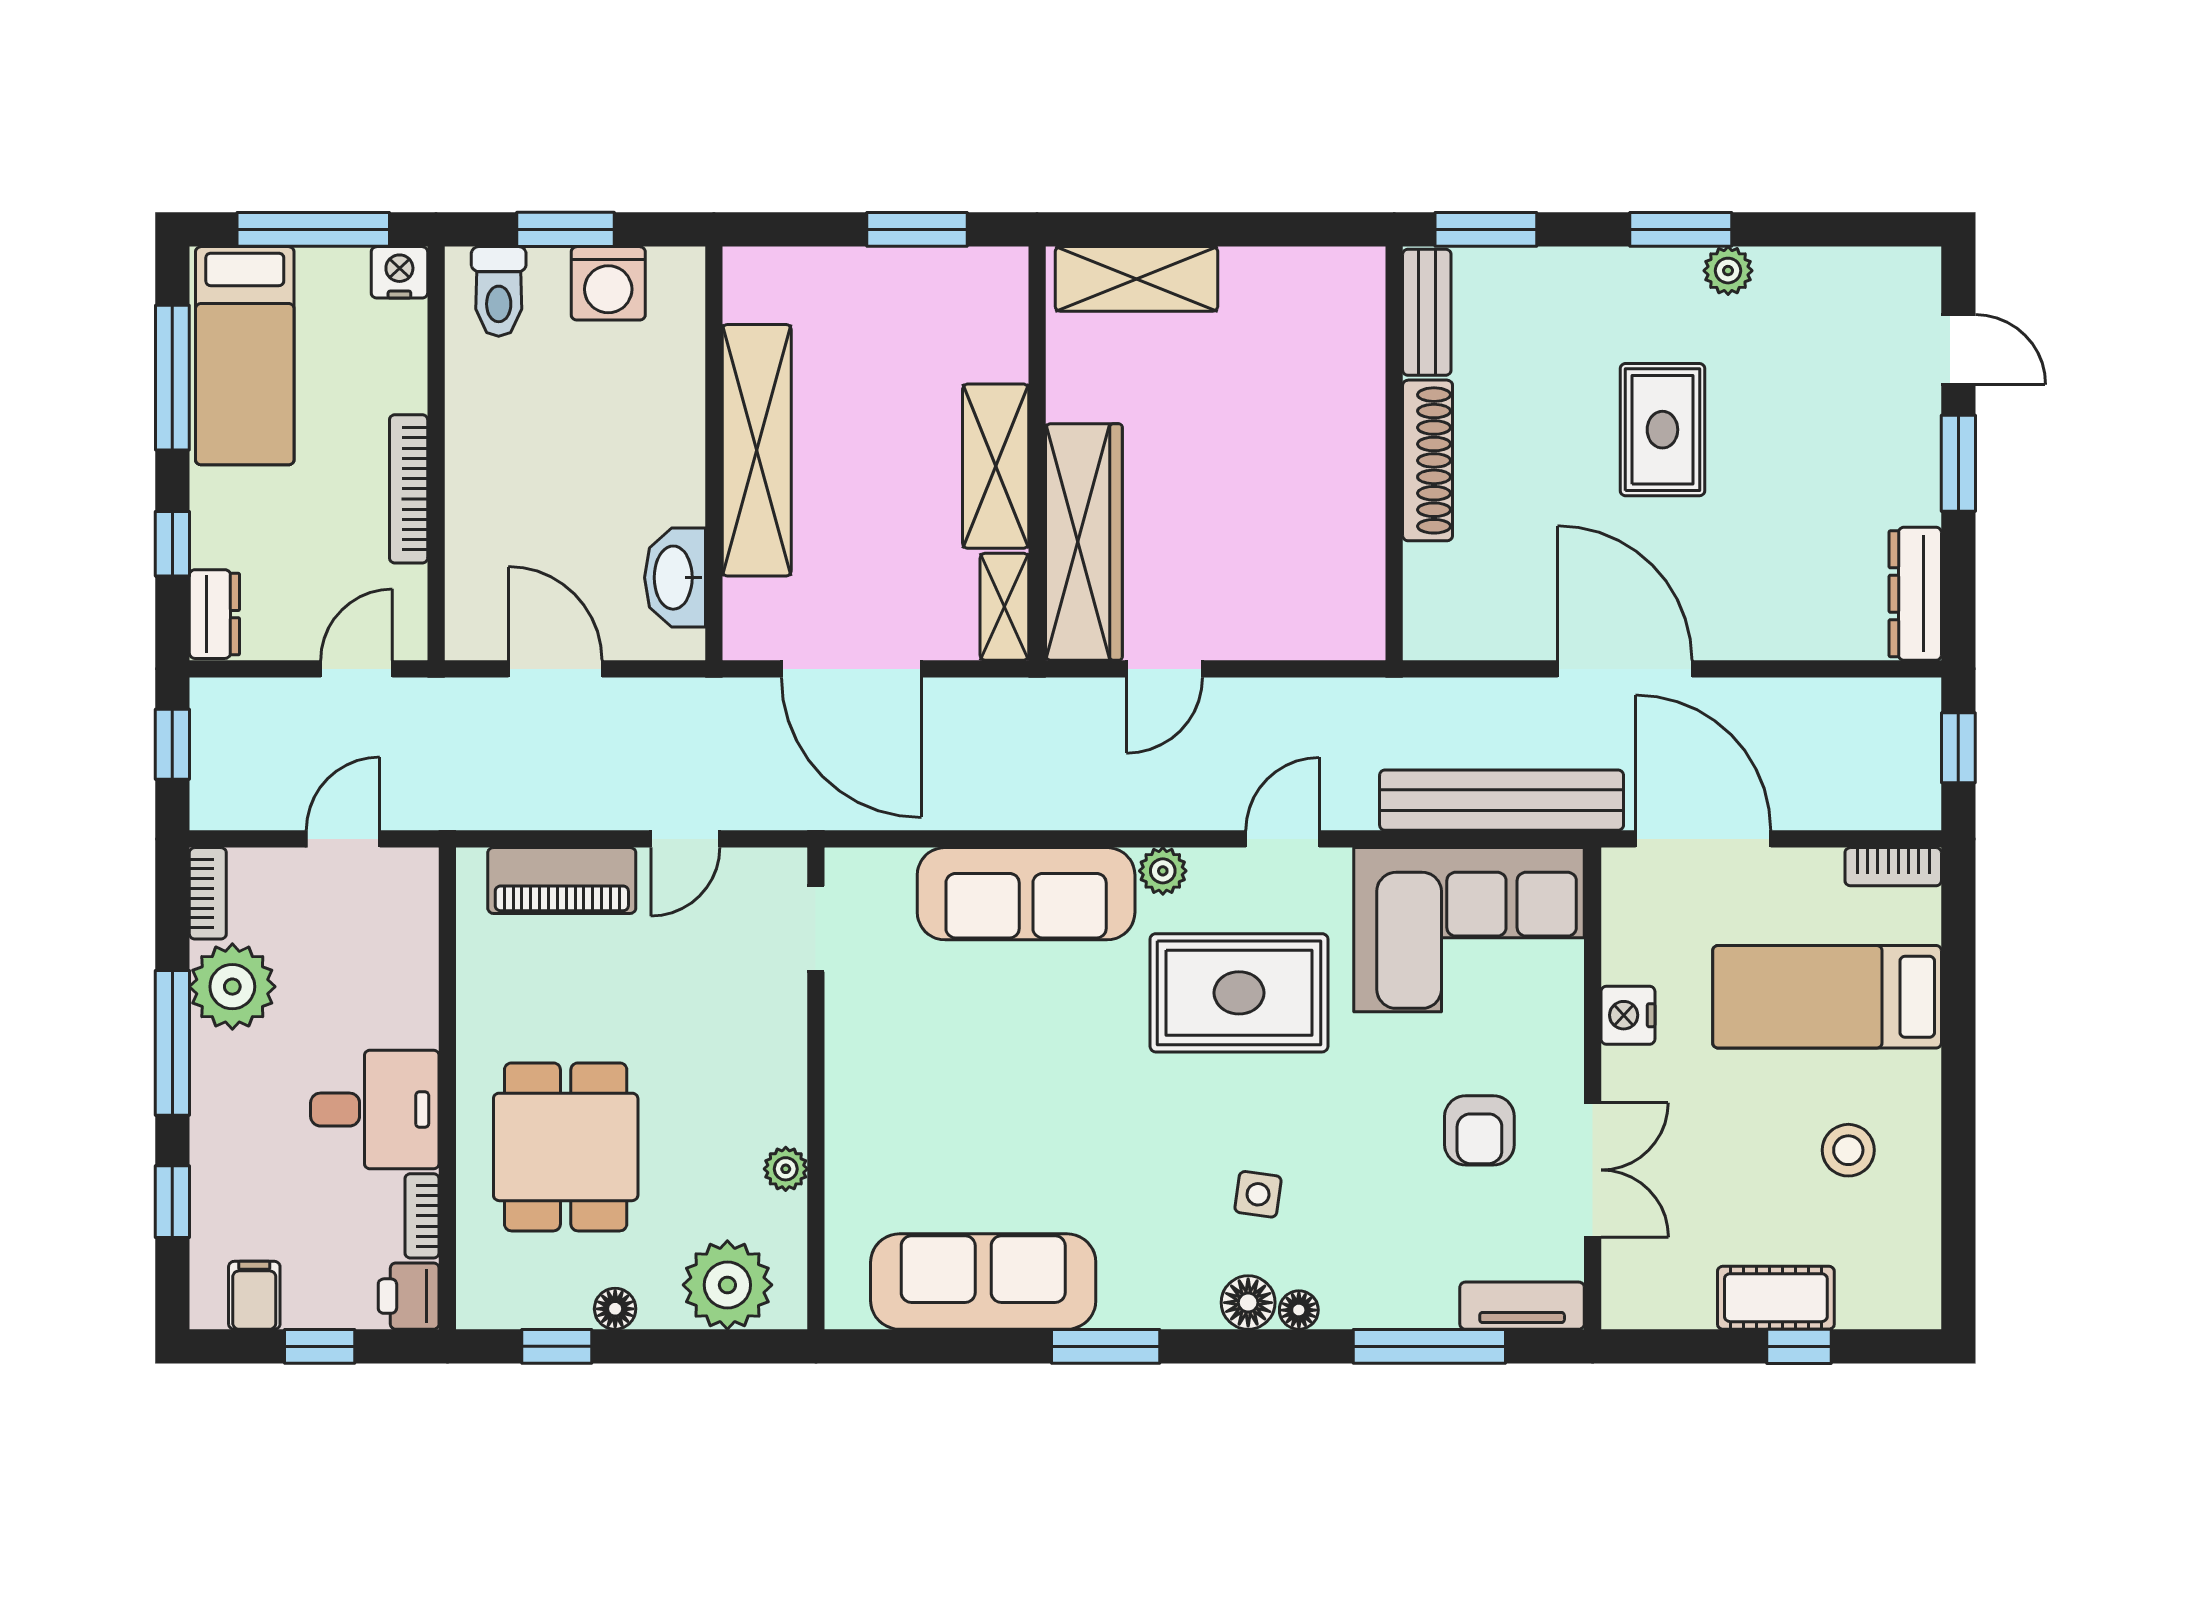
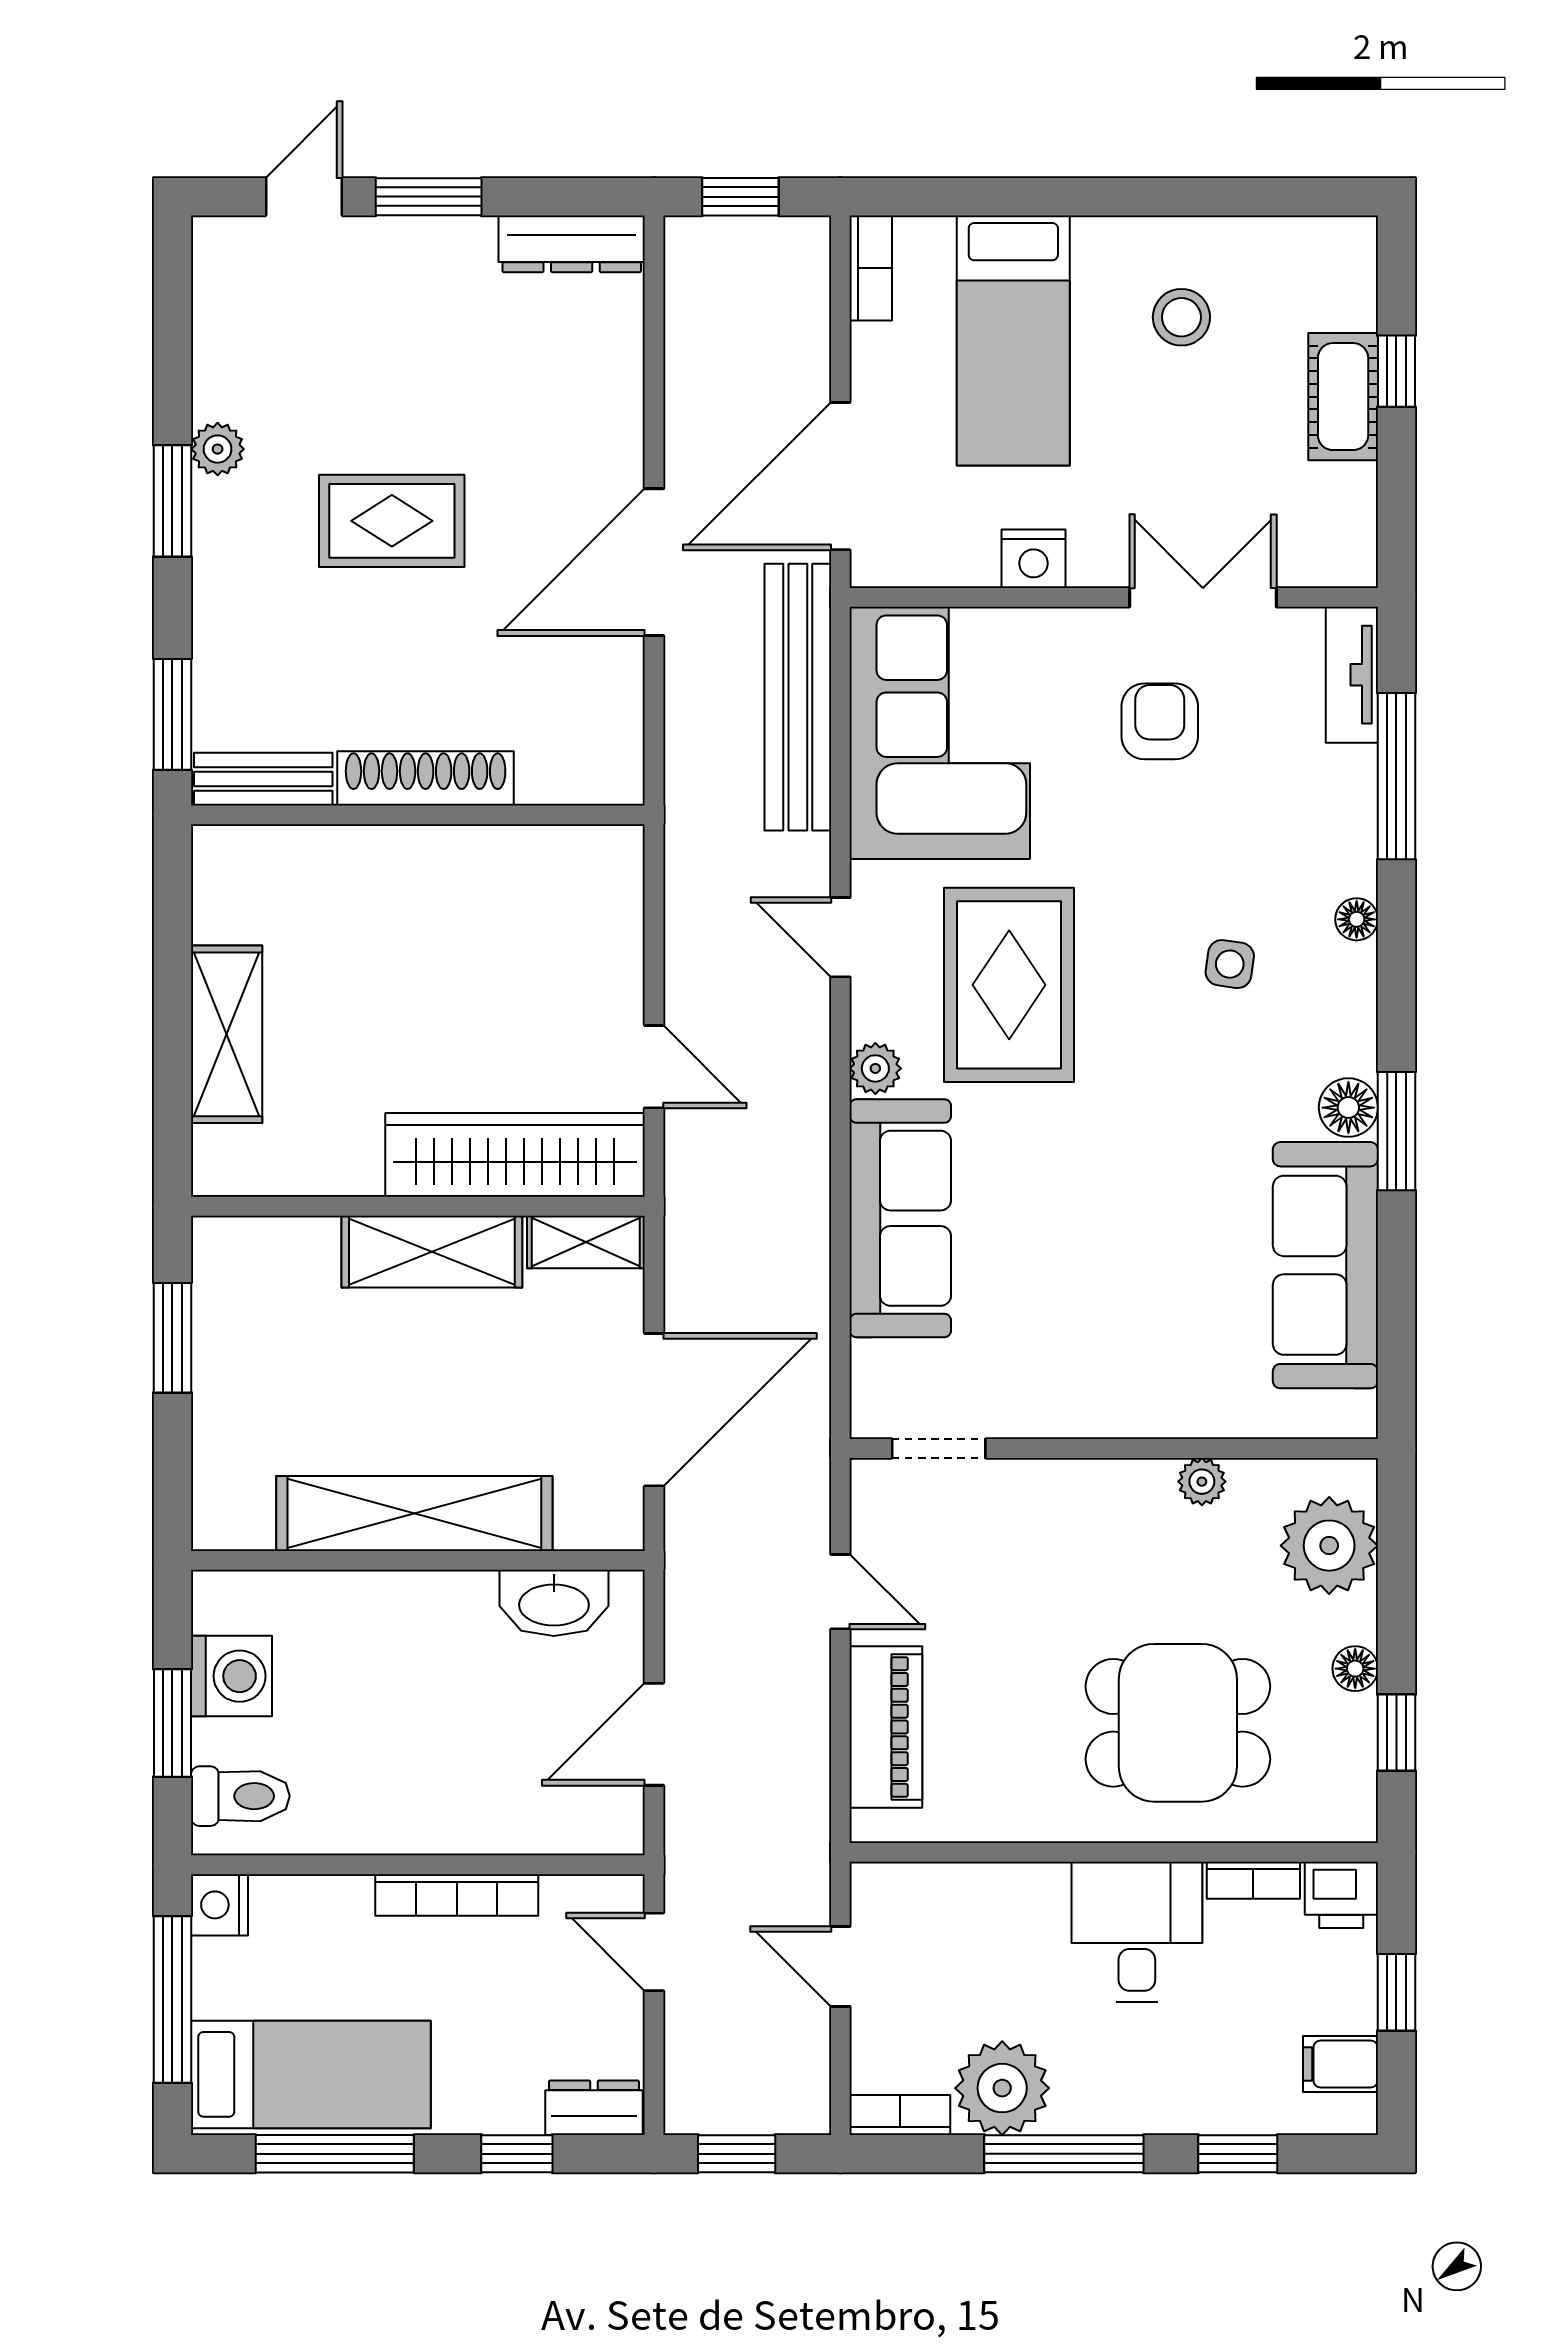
shelving: (1136, 279) -> (227, 1034), moved
armchair: (1479, 1130) -> (1160, 721), turned -90
floor lamp: (1248, 1303) -> (1348, 1108), moved

